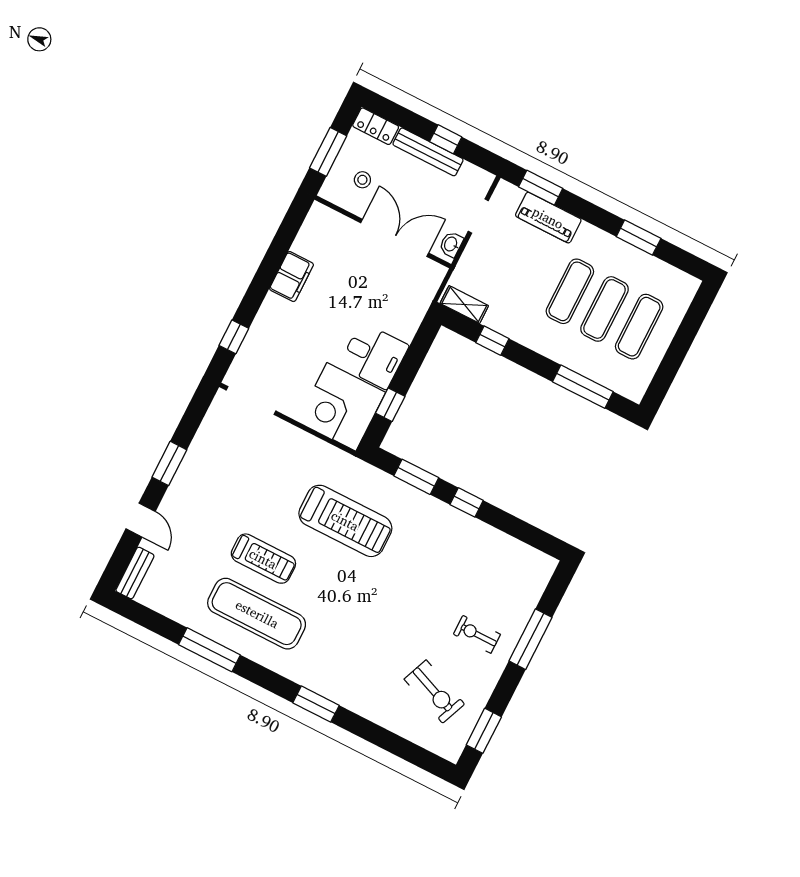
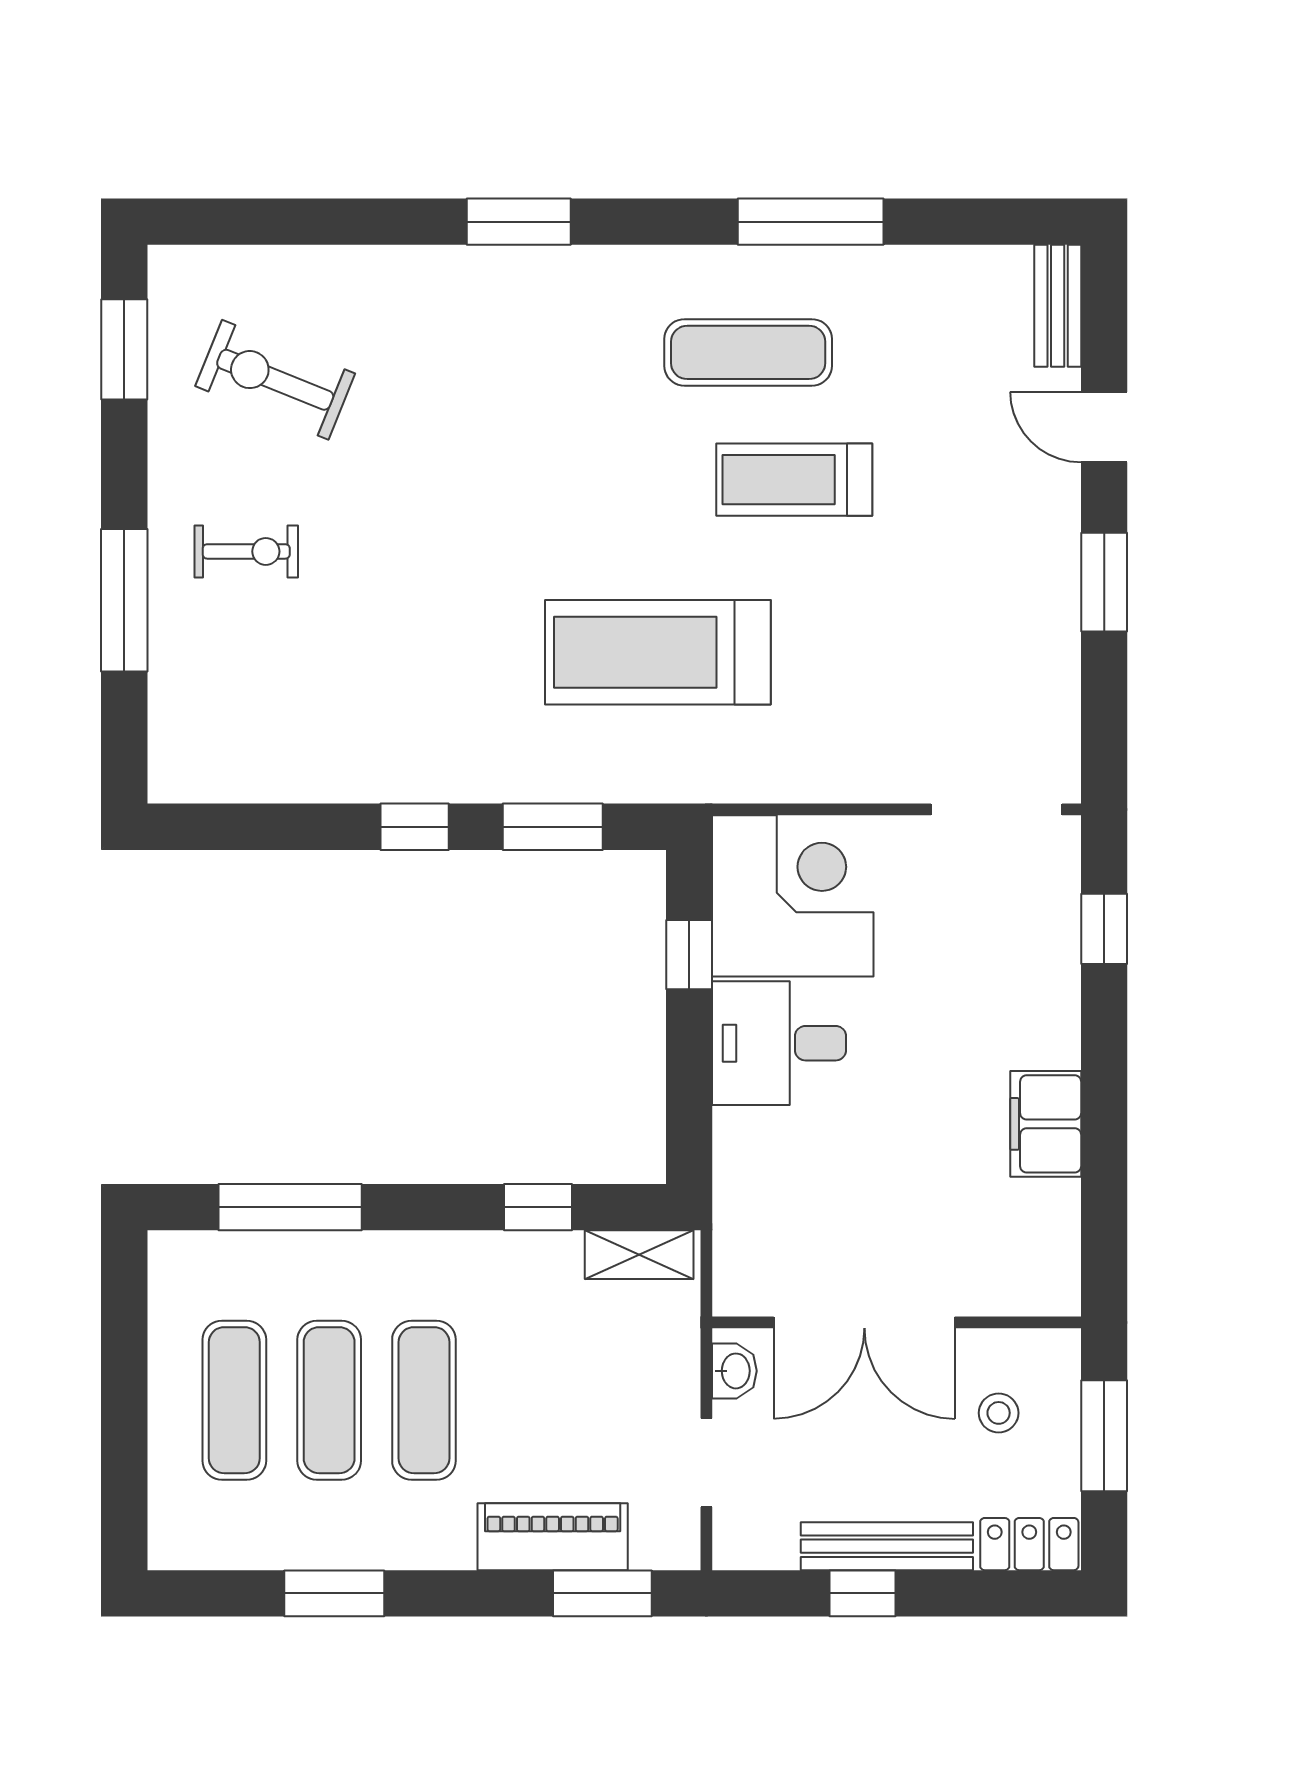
exercise mat: (257, 614) -> (748, 352), width x0.73, depth x0.69

